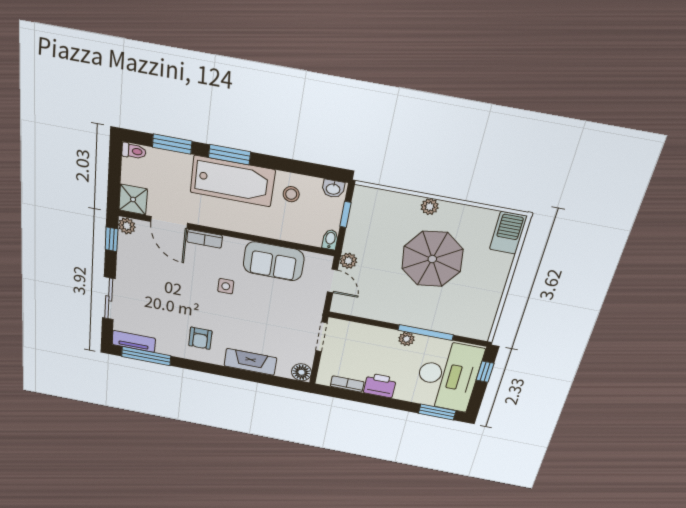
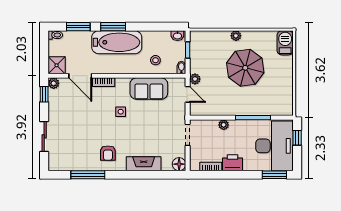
stool: (291, 194) -> (155, 60), moved
plant: (407, 339) -> (224, 125), moved
tv unit: (134, 341) -> (63, 165), removed
window: (146, 356) -> (88, 175), moved

